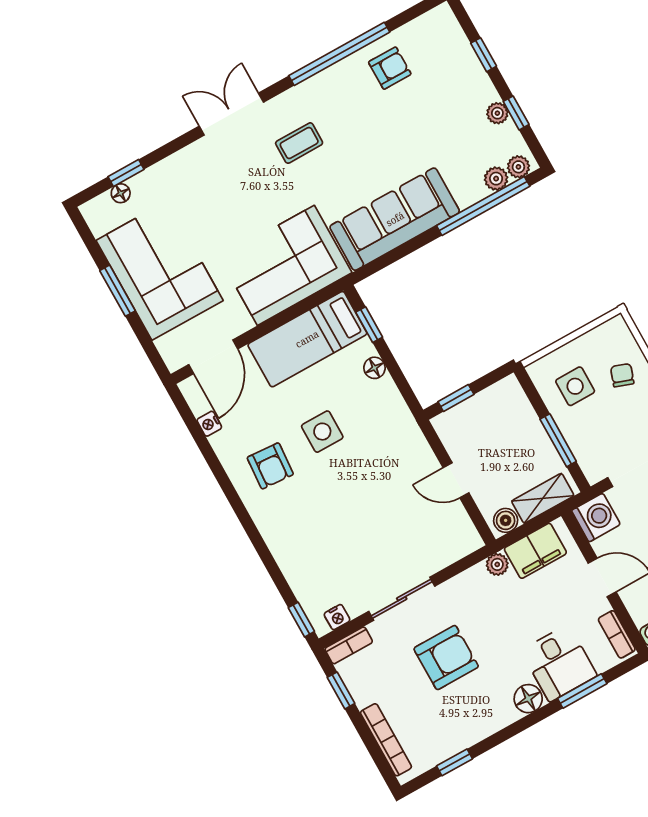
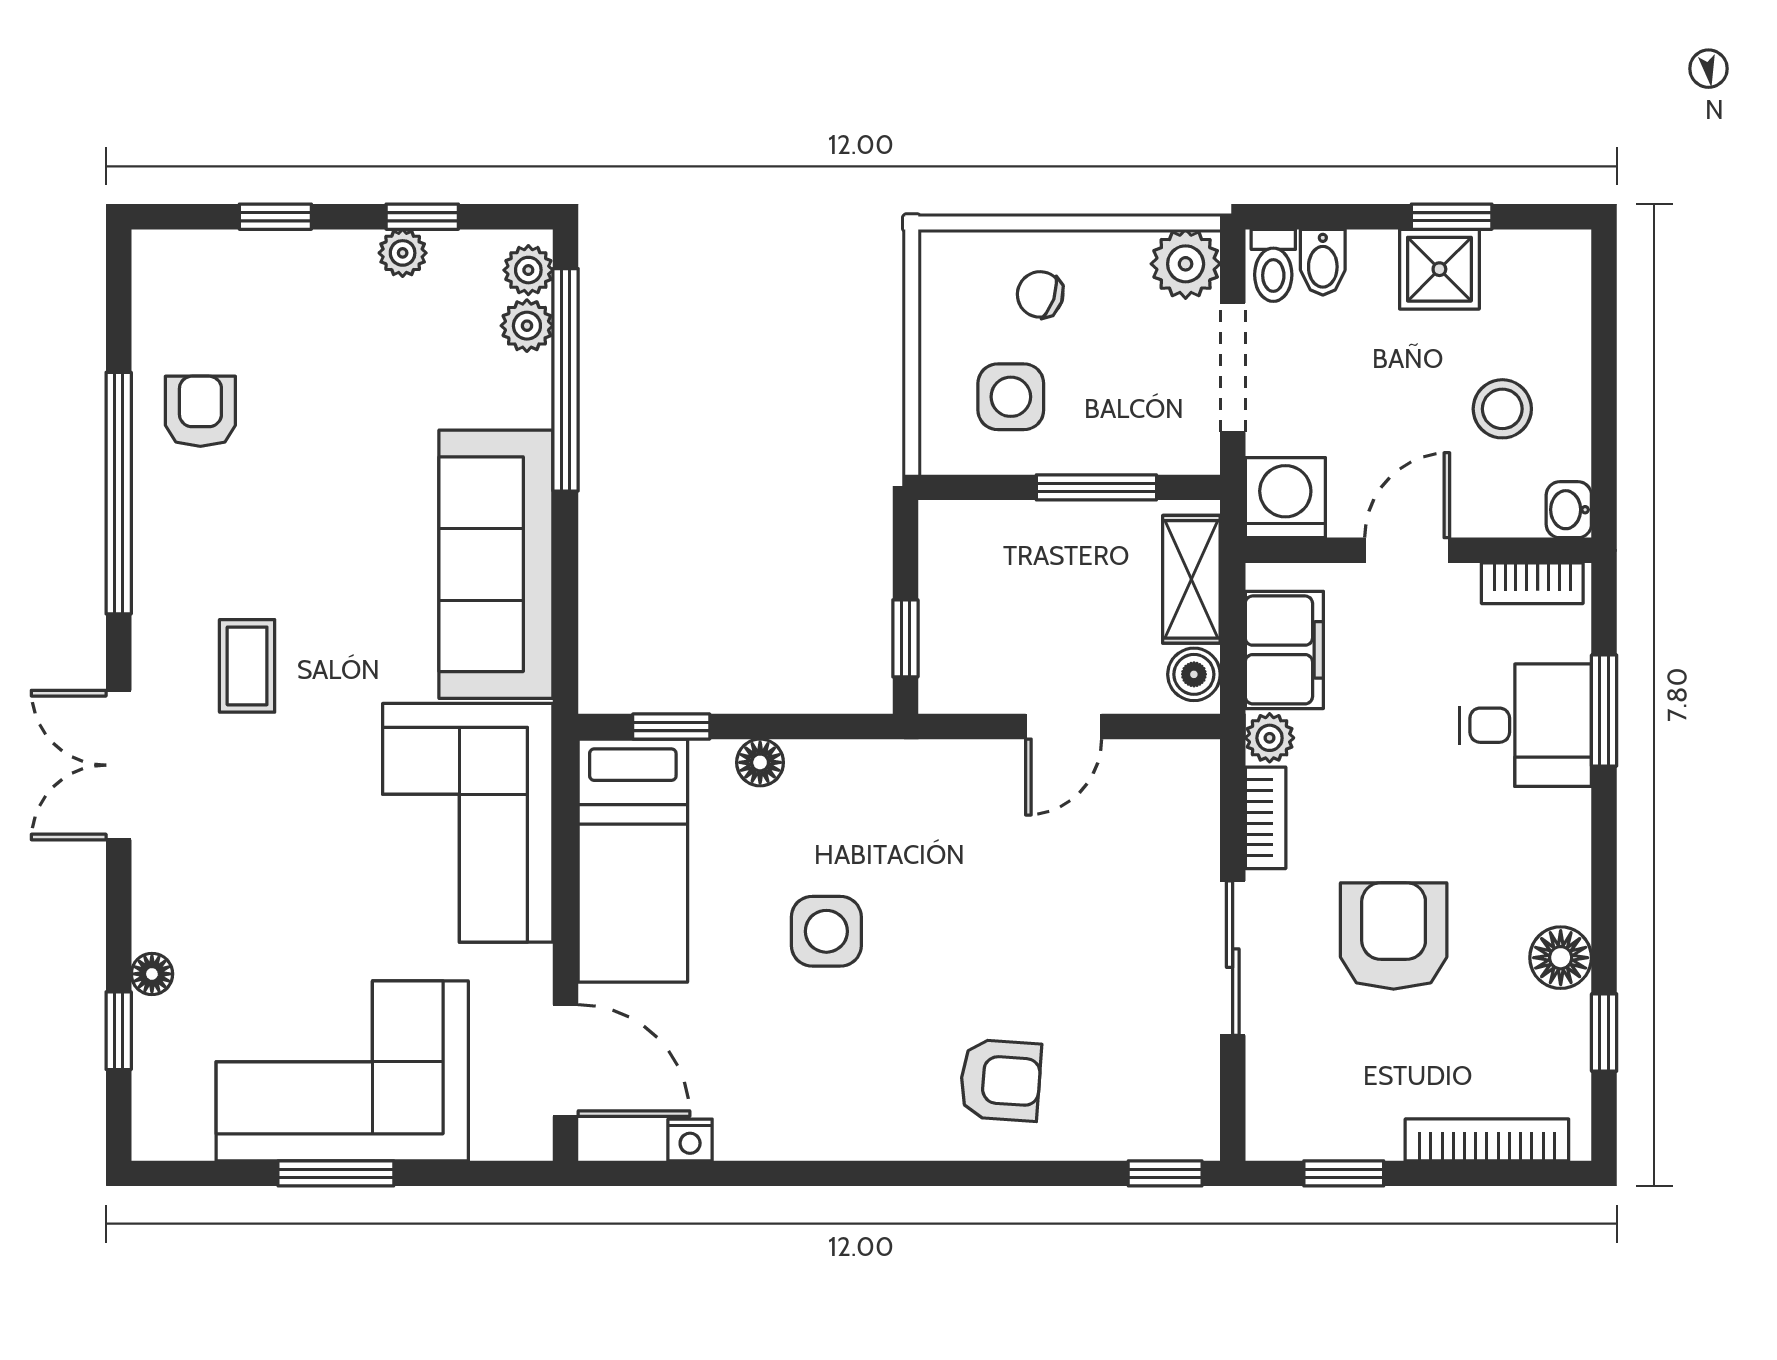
floor lamp: (121, 193) -> (152, 974), moved
armchair: (270, 466) -> (1000, 1080), moved
nightstand: (337, 617) -> (1199, 1102), removed
bookcase: (349, 645) -> (1266, 818), moved
floor lamp: (528, 699) -> (1561, 958), moved

